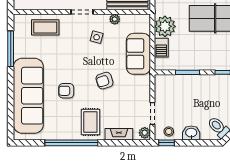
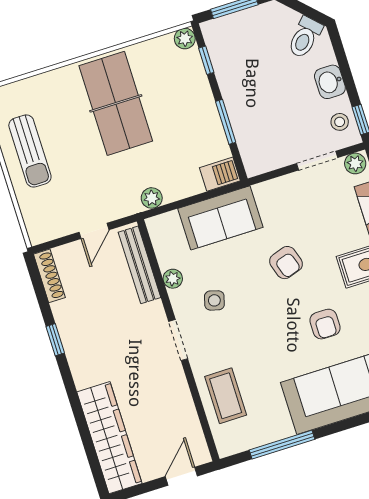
plant: (165, 26) -> (152, 198), width x0.53, depth x0.53
barbecue: (161, 48) -> (220, 174), moved

